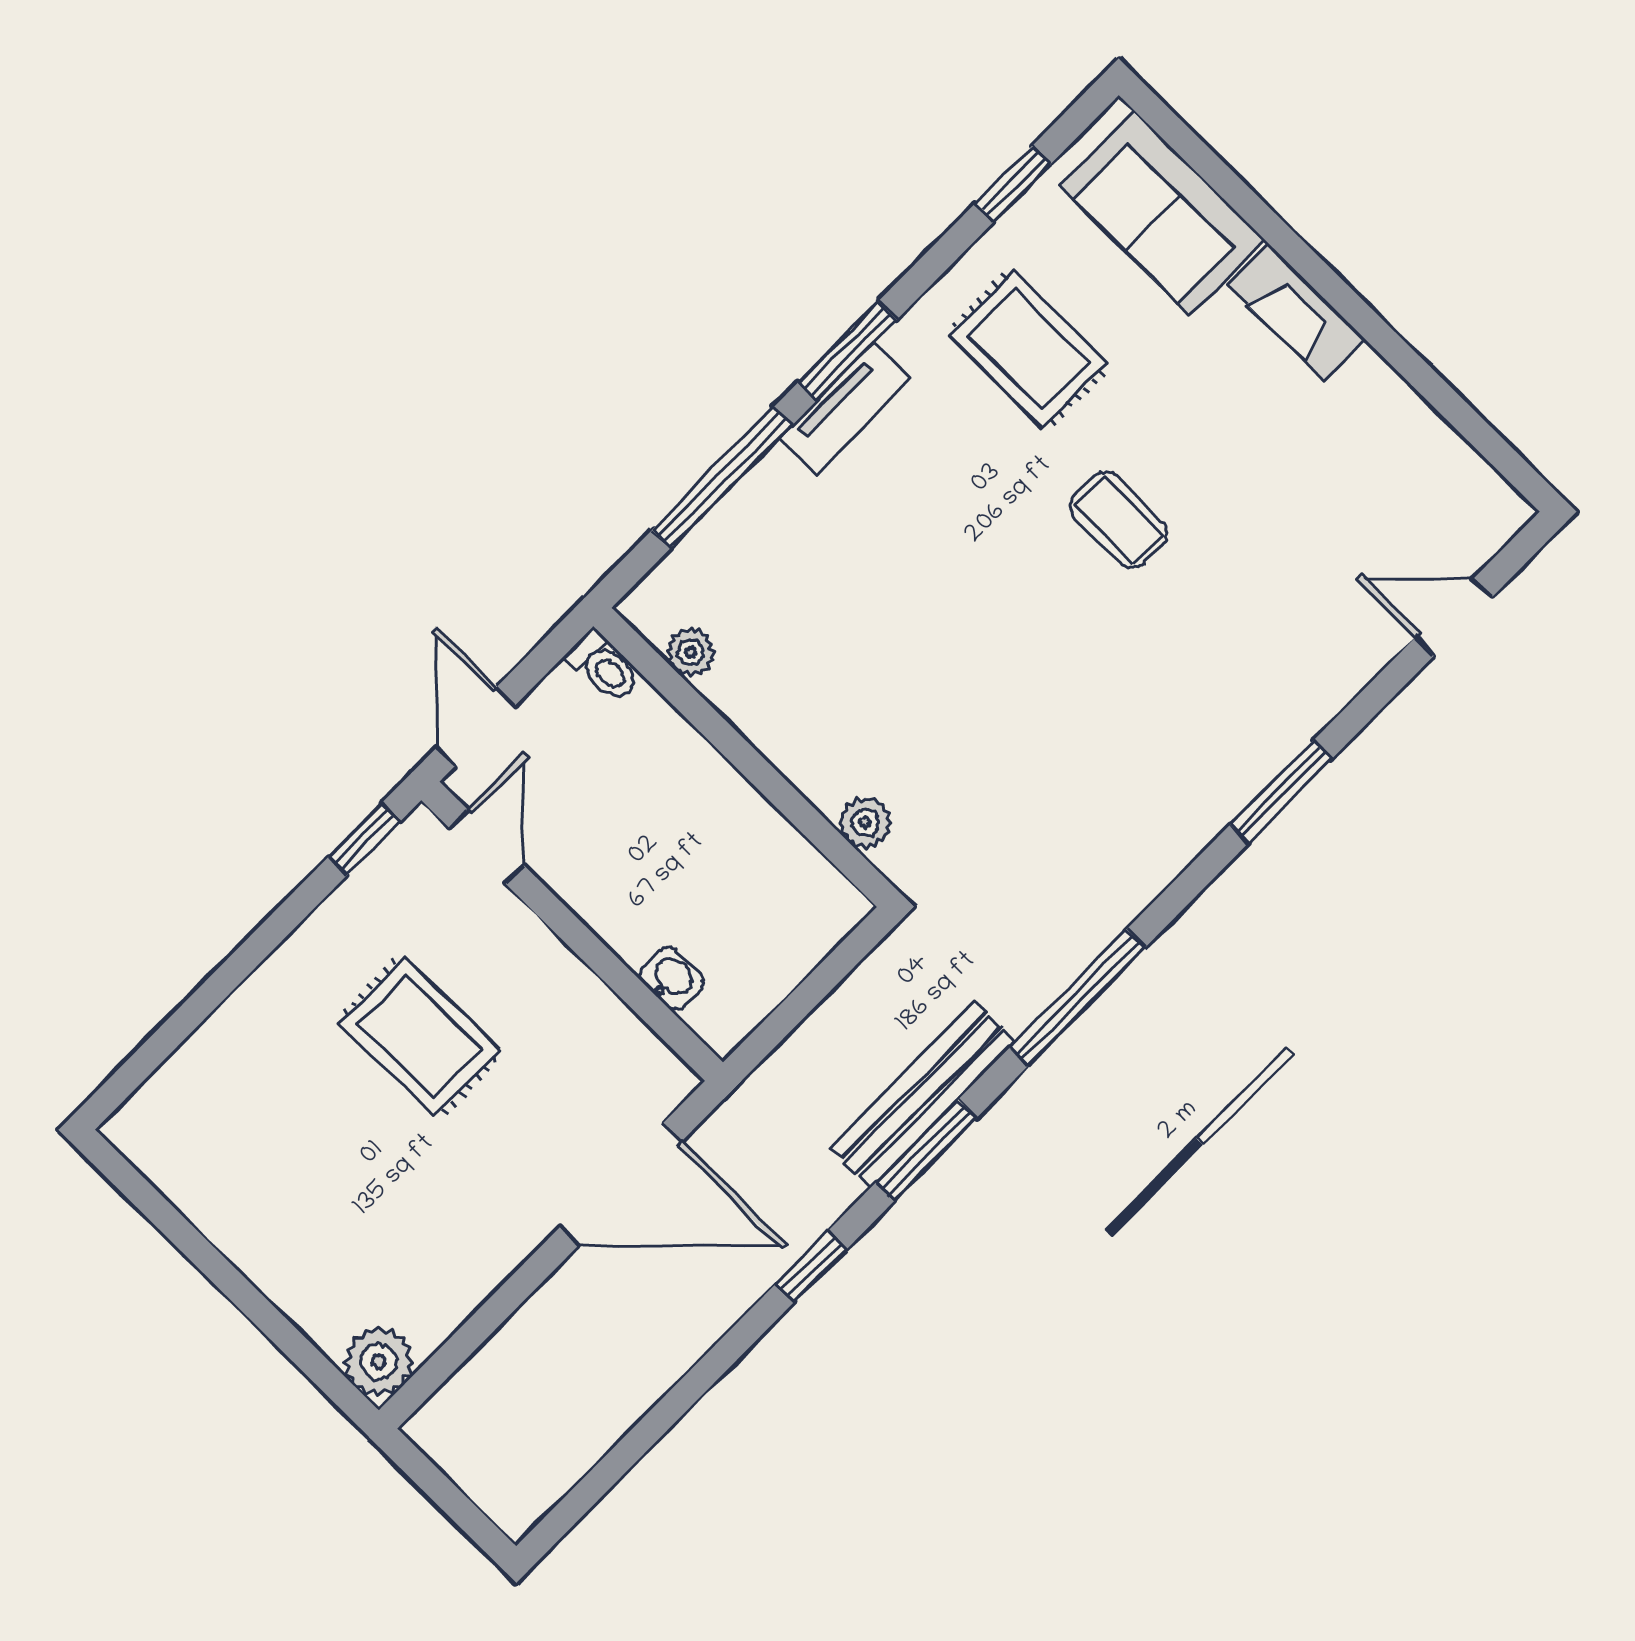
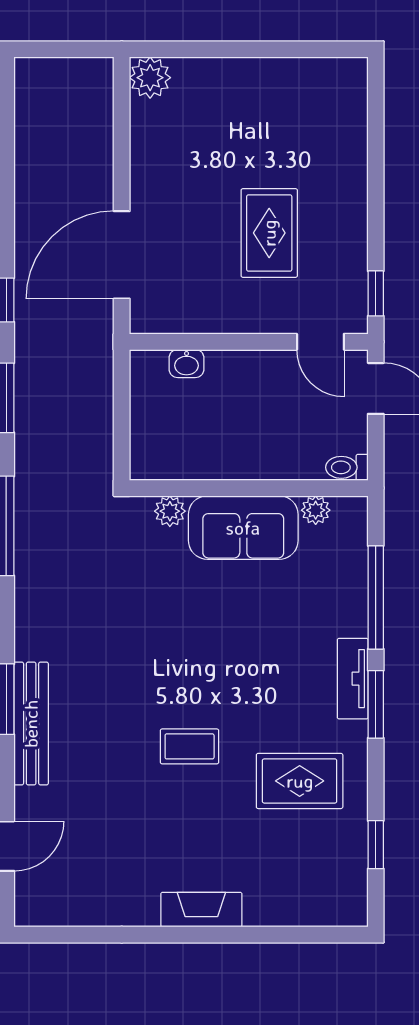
sofa: (1163, 213) -> (243, 528), moved, turned 180
rug: (420, 1036) -> (269, 233), turned 90
bench: (923, 1095) -> (31, 724), moved

